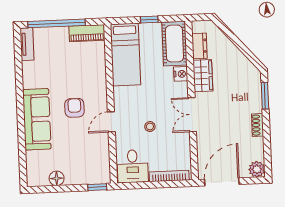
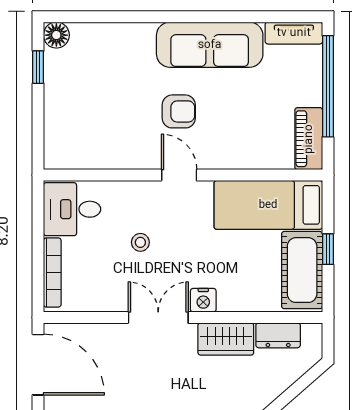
cot: (174, 44) -> (302, 270), moved, turned 90
nightstand: (181, 74) -> (203, 300), moved
sofa: (37, 119) -> (210, 45), moved
door: (111, 122) -> (179, 175), moved
floor lamp: (57, 178) -> (56, 35), moved
window: (97, 187) -> (38, 67), moved

